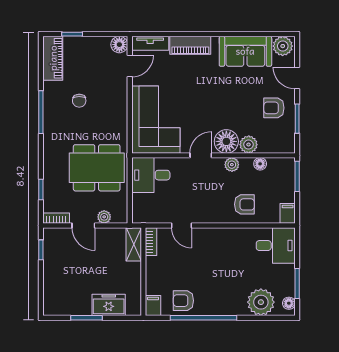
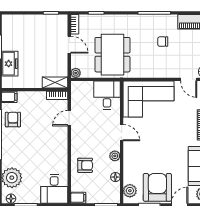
armchair: (274, 108) -> (157, 187), width x1.88, depth x1.88
floor lamp: (226, 141) -> (132, 152), removed
plant: (249, 145) -> (130, 191), moved
armchair: (244, 204) -> (85, 165), turned -90
plant: (104, 217) -> (76, 73), moved
door: (83, 225) -> (69, 45), swing flipped

